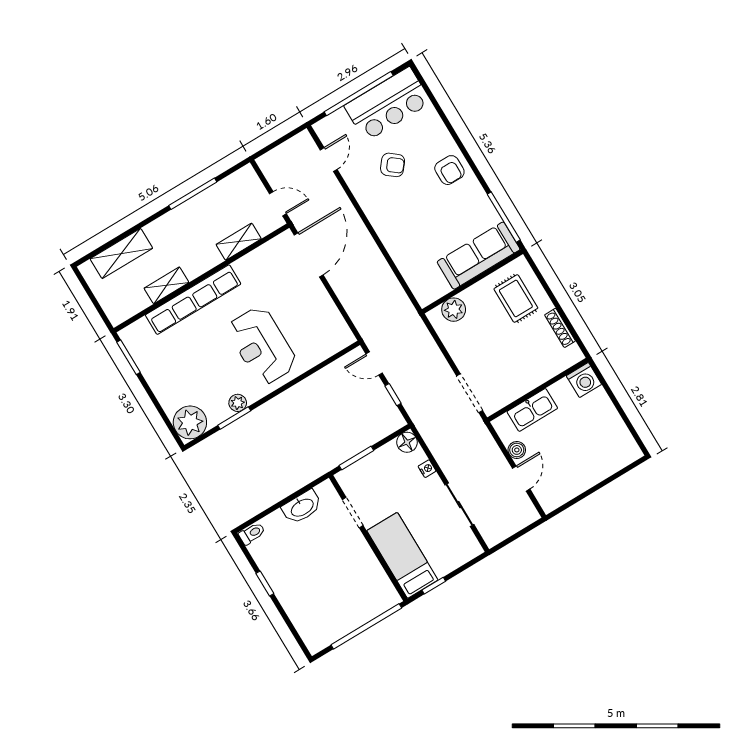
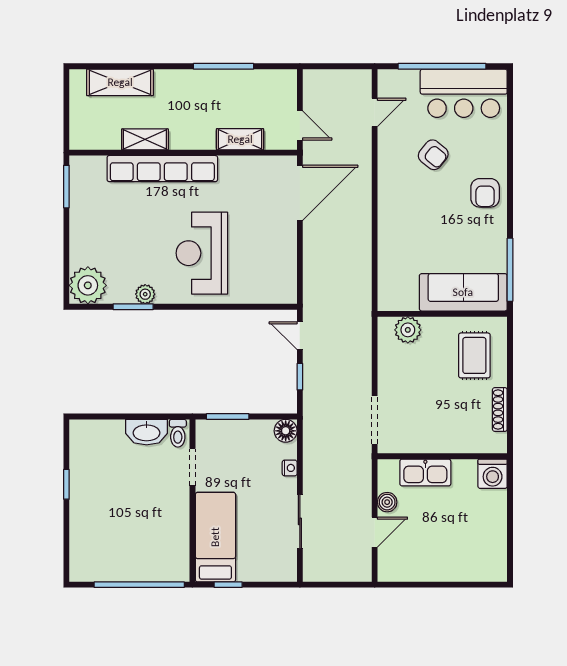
toilet: (252, 533) -> (178, 433), moved, turned 90

